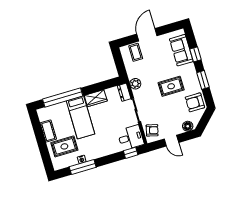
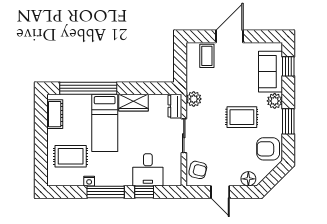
window: (195, 54) -> (288, 66), moved
plant: (190, 69) -> (275, 101), added
cot: (48, 131) -> (55, 114), moved
desk: (131, 138) -> (148, 170), moved, turned 90
window: (131, 153) -> (144, 192), moved
window: (83, 167) -> (106, 192), moved

